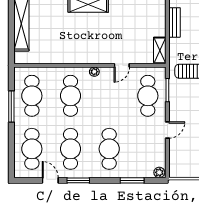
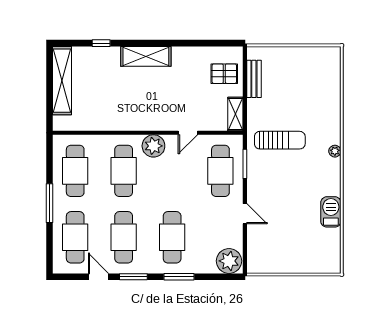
pallet: (151, 18) -> (224, 74), added
plant: (94, 72) -> (153, 146), width x1.88, depth x1.88
window: (11, 107) -> (50, 203), moved
door: (167, 130) -> (245, 214), hinge flipped
plant: (159, 172) -> (229, 261), width x1.88, depth x1.88
window: (132, 180) -> (179, 277), moved

